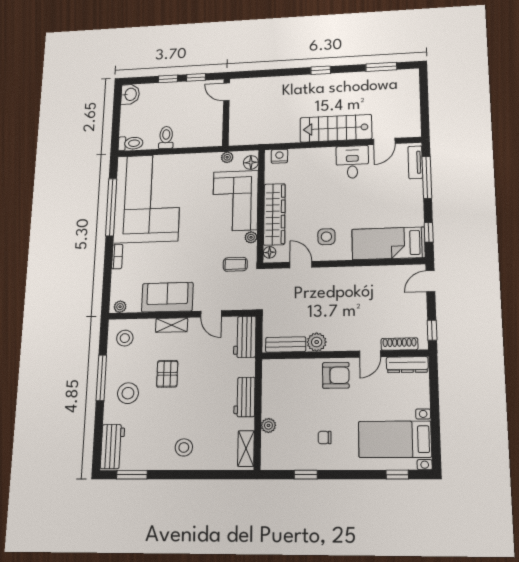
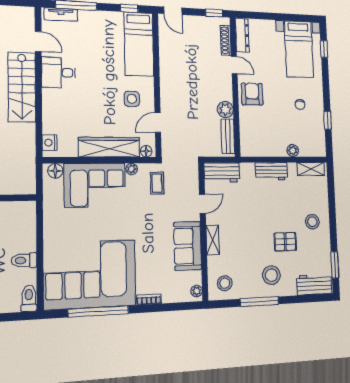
plant: (227, 157) -> (49, 195), removed
pallet: (167, 374) -> (285, 242), moved

